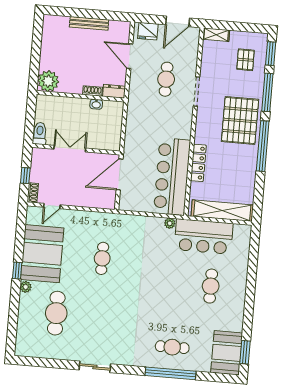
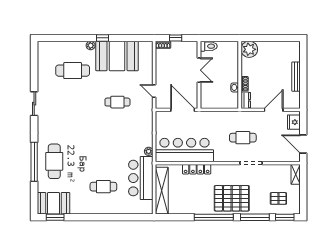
cafe table: (166, 79) -> (243, 138), moved
door: (52, 206) -> (154, 91), moved
cafe table: (172, 347) -> (54, 161), width x1.37, depth x1.35

